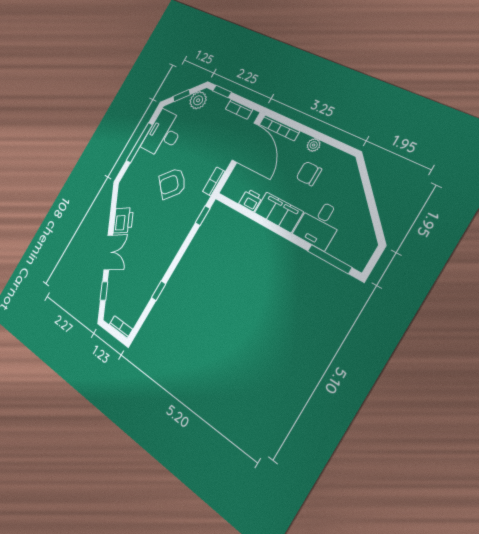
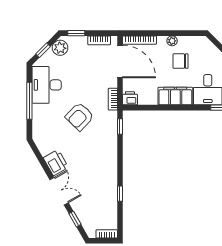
printer: (251, 200) -> (130, 98), moved

